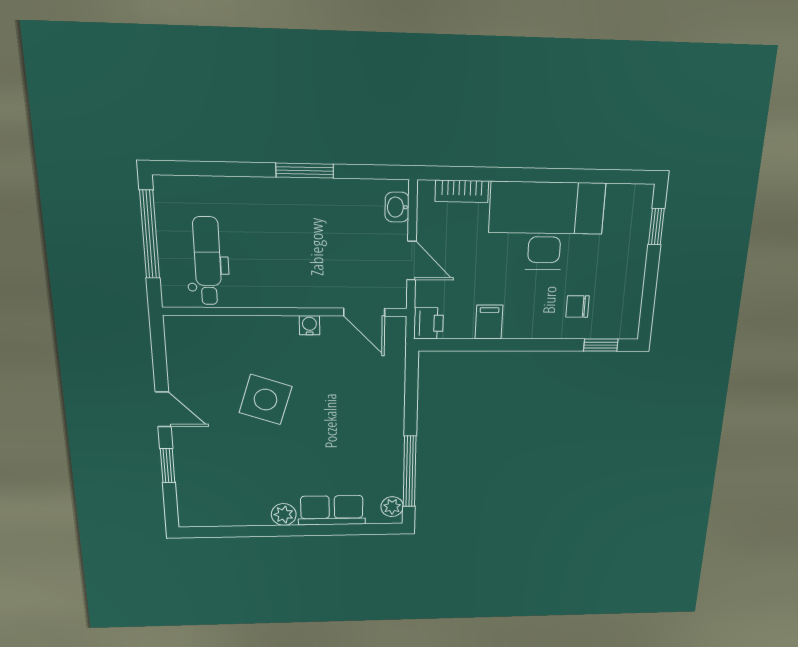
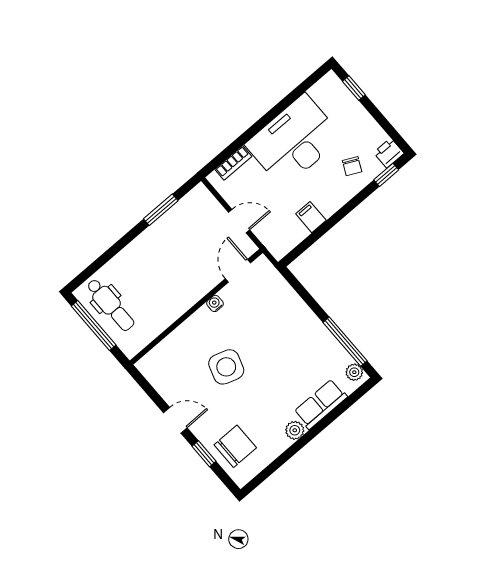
window: (305, 171) -> (161, 210), moved
washbasin: (397, 207) -> (207, 200), removed
dental chair: (207, 261) -> (110, 305), moved, turned 180
chair: (577, 306) -> (352, 166), turned -64
door: (364, 312) -> (238, 271), swing flipped
printer: (428, 323) -> (389, 153), moved, turned -90
chair: (208, 483) -> (235, 446), added

